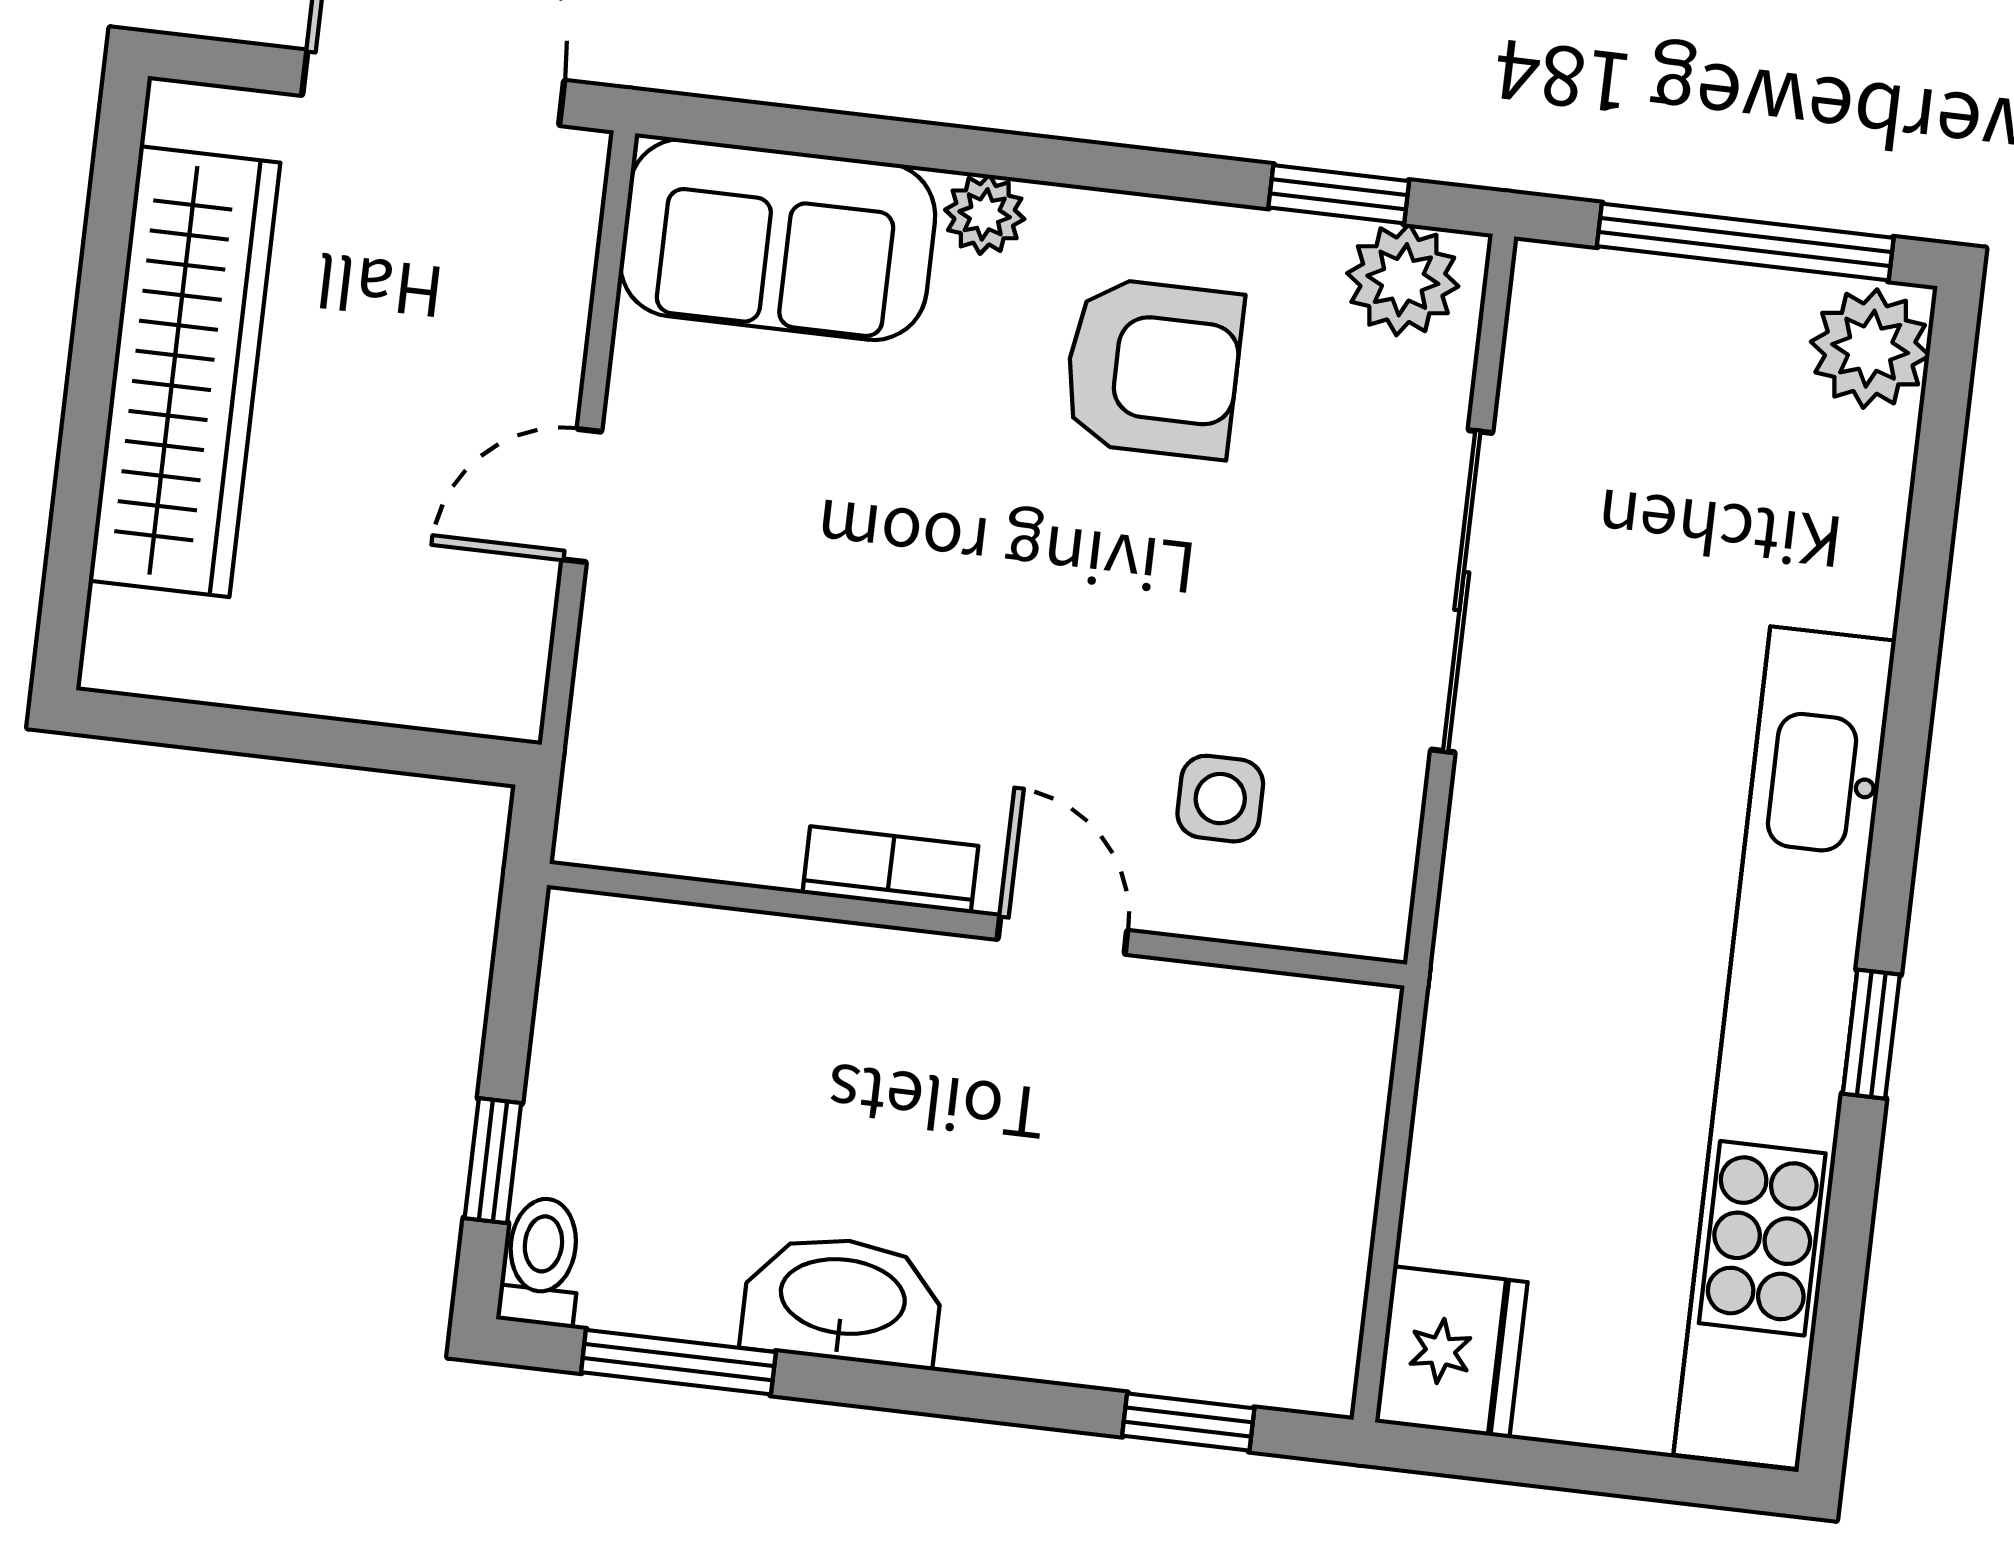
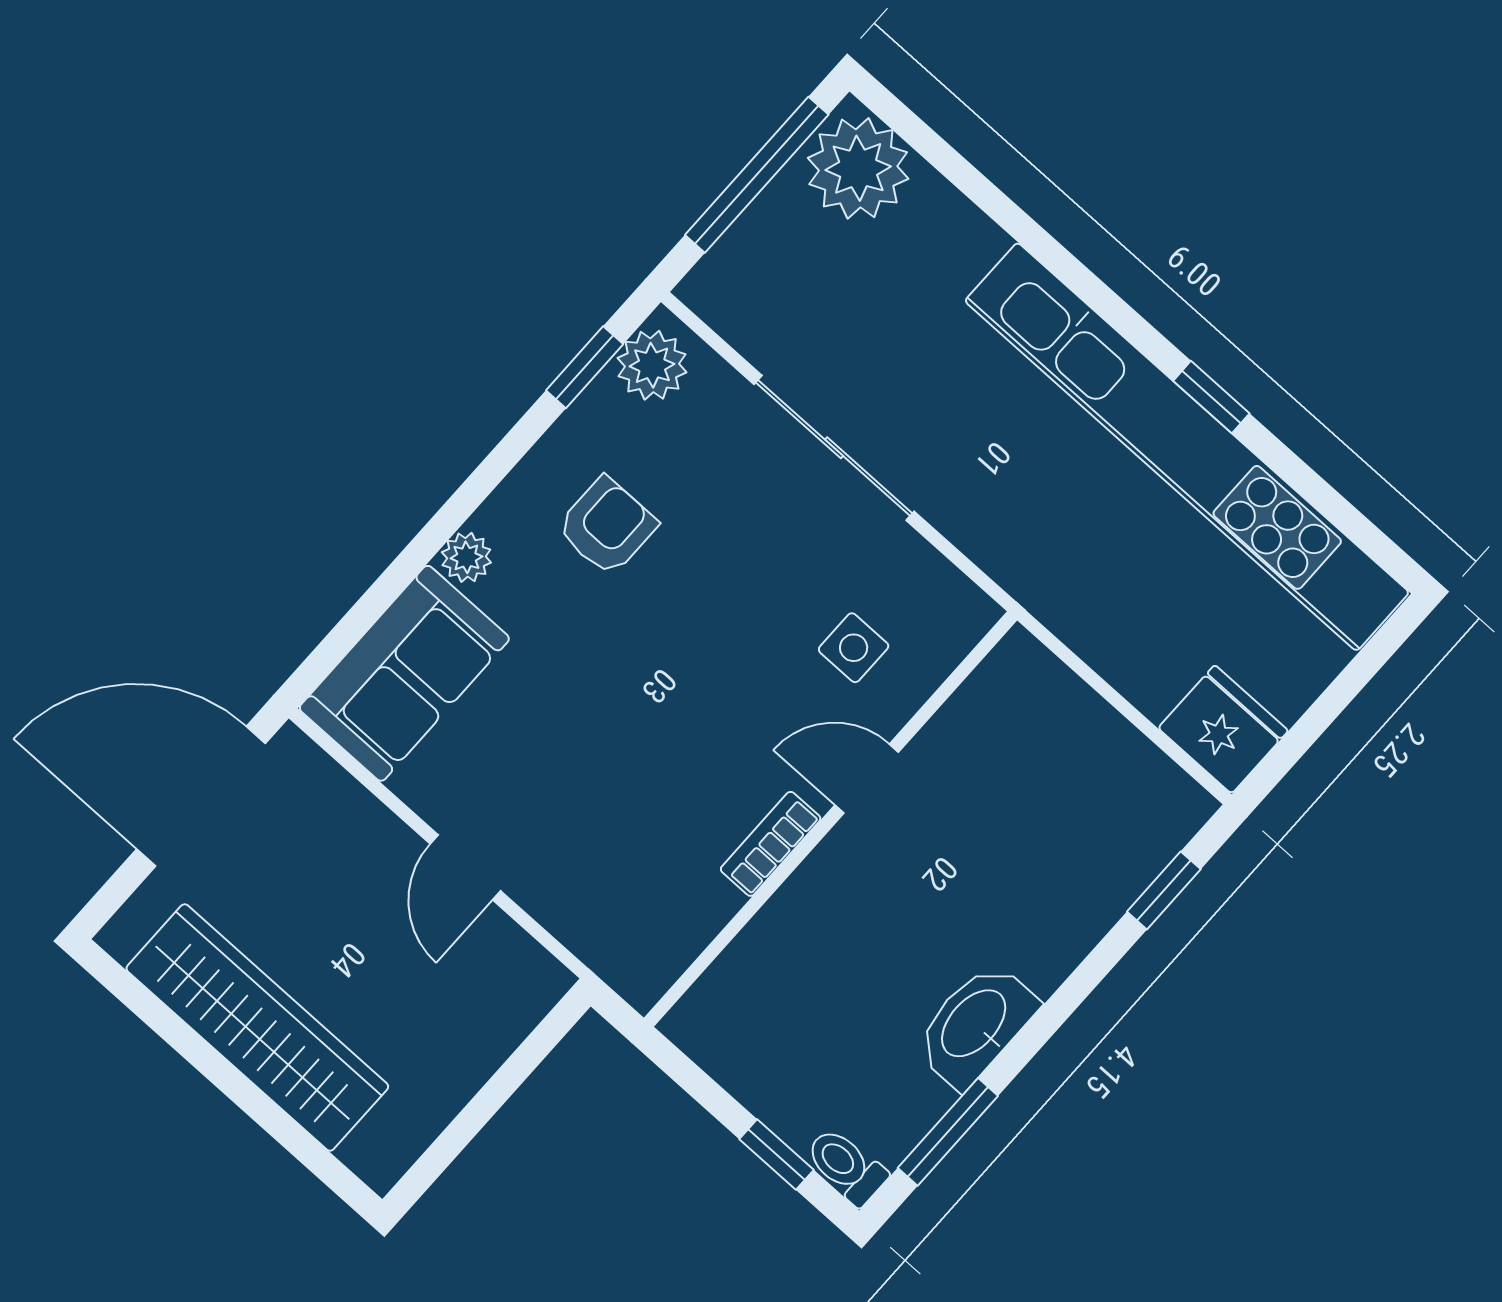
plant: (1870, 349) -> (858, 168), width x1.36, depth x1.36
armchair: (1153, 368) -> (607, 526), width x0.72, depth x0.72

